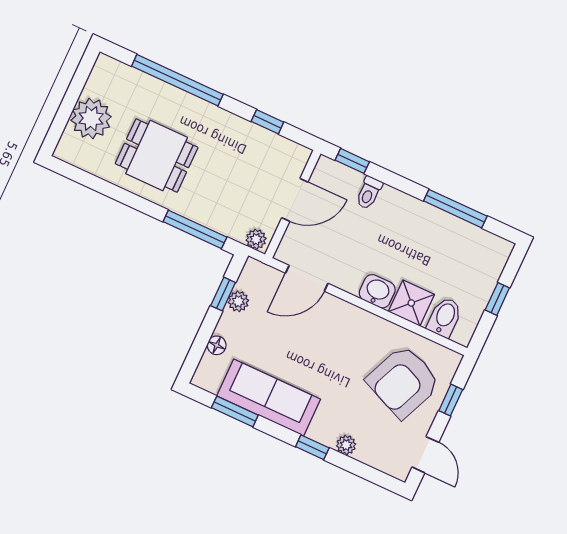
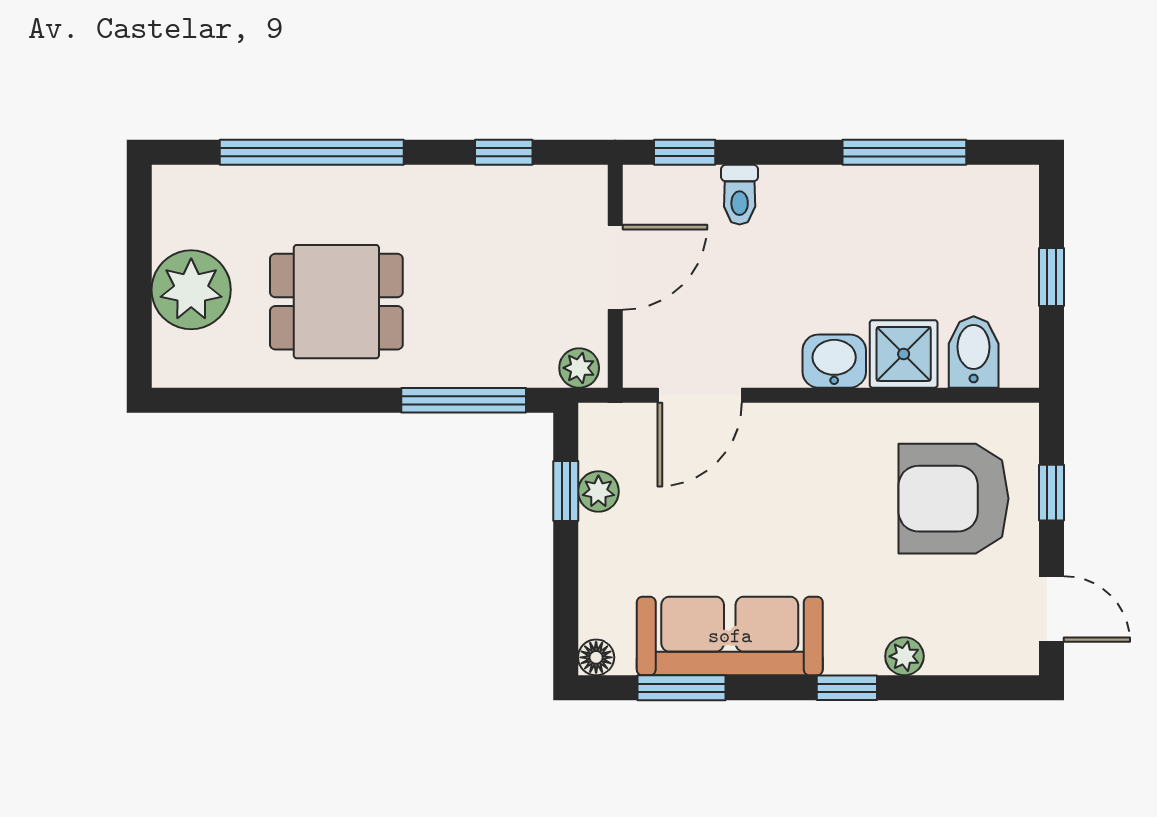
floor lamp: (217, 345) -> (596, 657), moved
armchair: (403, 382) -> (954, 499), turned 67

